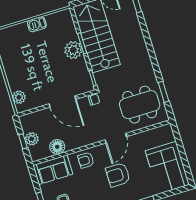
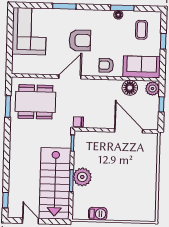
barbecue: (37, 24) -> (98, 214), moved
plant: (19, 97) -> (151, 149), removed
door: (62, 102) -> (129, 131), moved
plant: (32, 139) -> (152, 89), moved
armchair: (86, 160) -> (106, 65), turned 180

